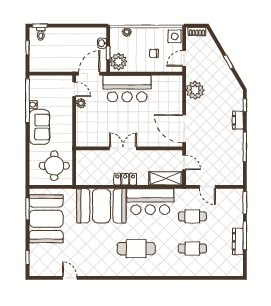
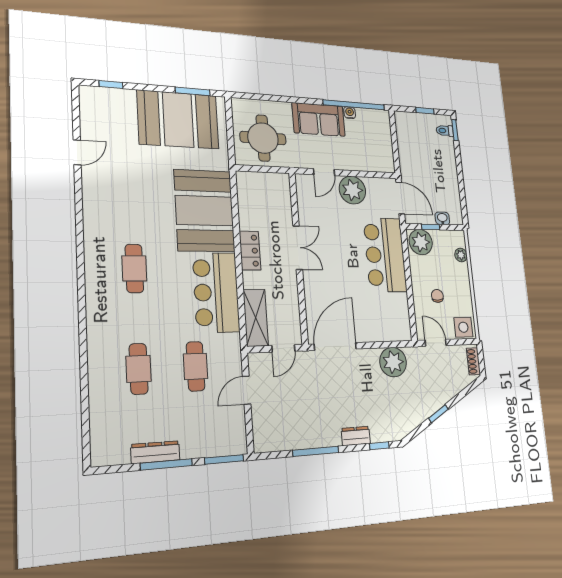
door: (74, 89) -> (324, 172), moved
plant: (81, 103) -> (352, 190), width x1.87, depth x1.87
cafe table: (136, 249) -> (134, 268), width x0.73, depth x0.74

